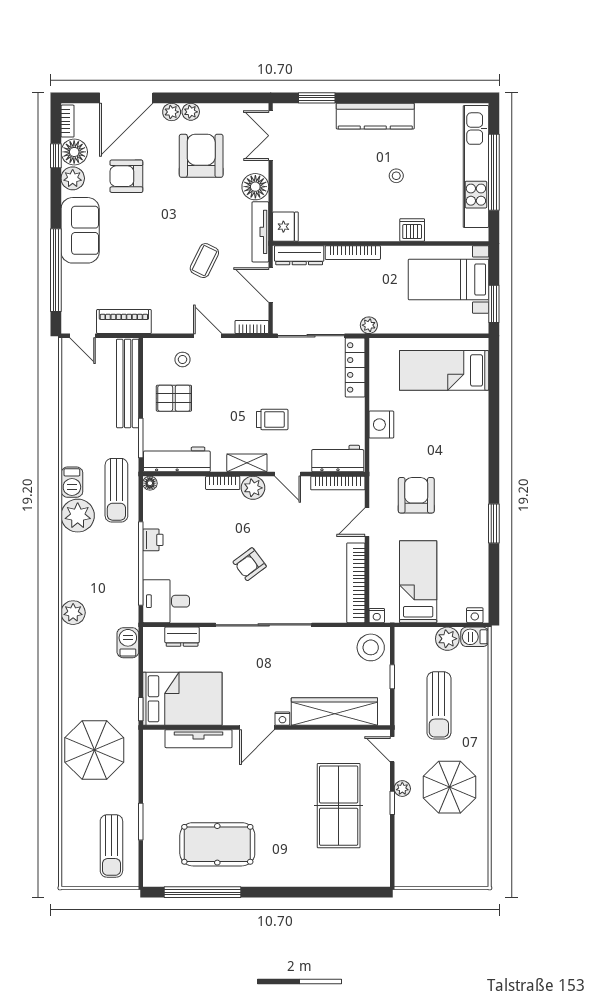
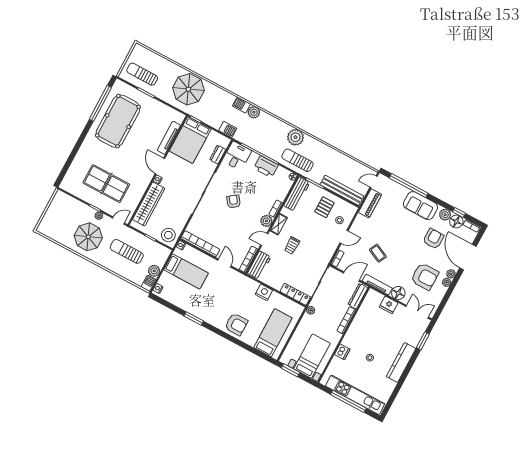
fridge: (285, 227) -> (389, 305), moved
barbecue: (72, 482) -> (241, 105), moved
armchair: (416, 495) -> (236, 324), moved
printer: (153, 540) -> (266, 167), width x1.87, depth x1.48
pool table: (217, 844) -> (118, 121), width x1.36, depth x1.32

